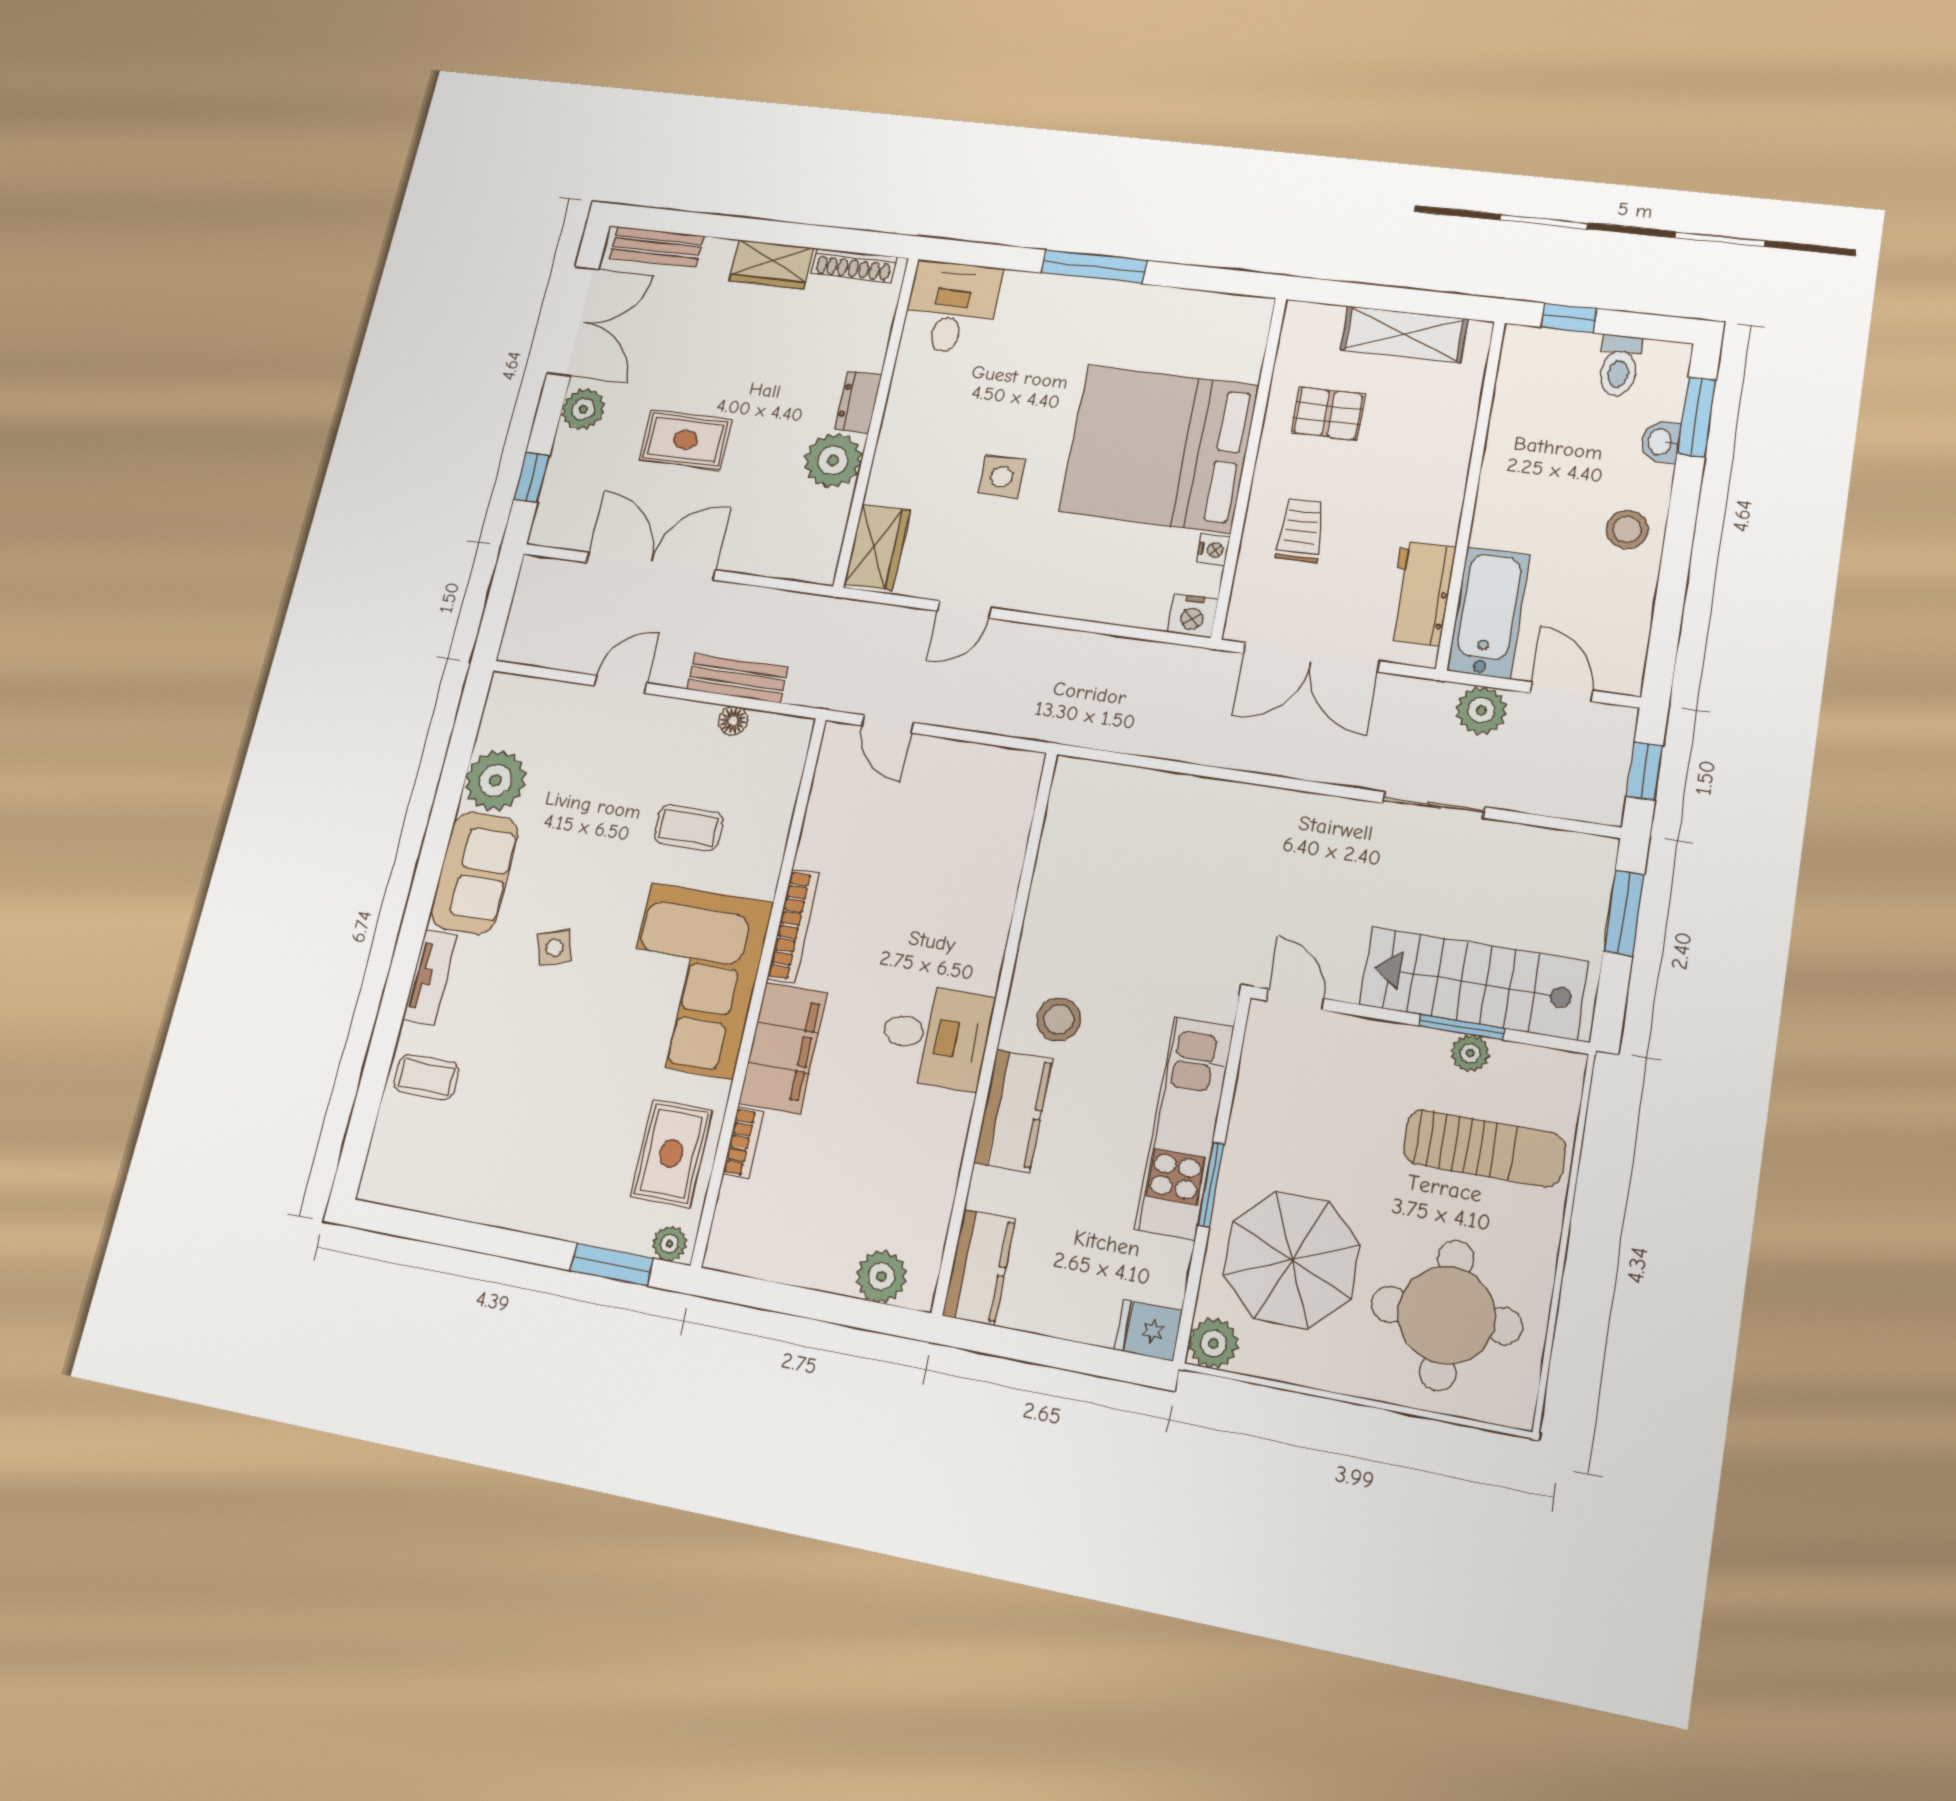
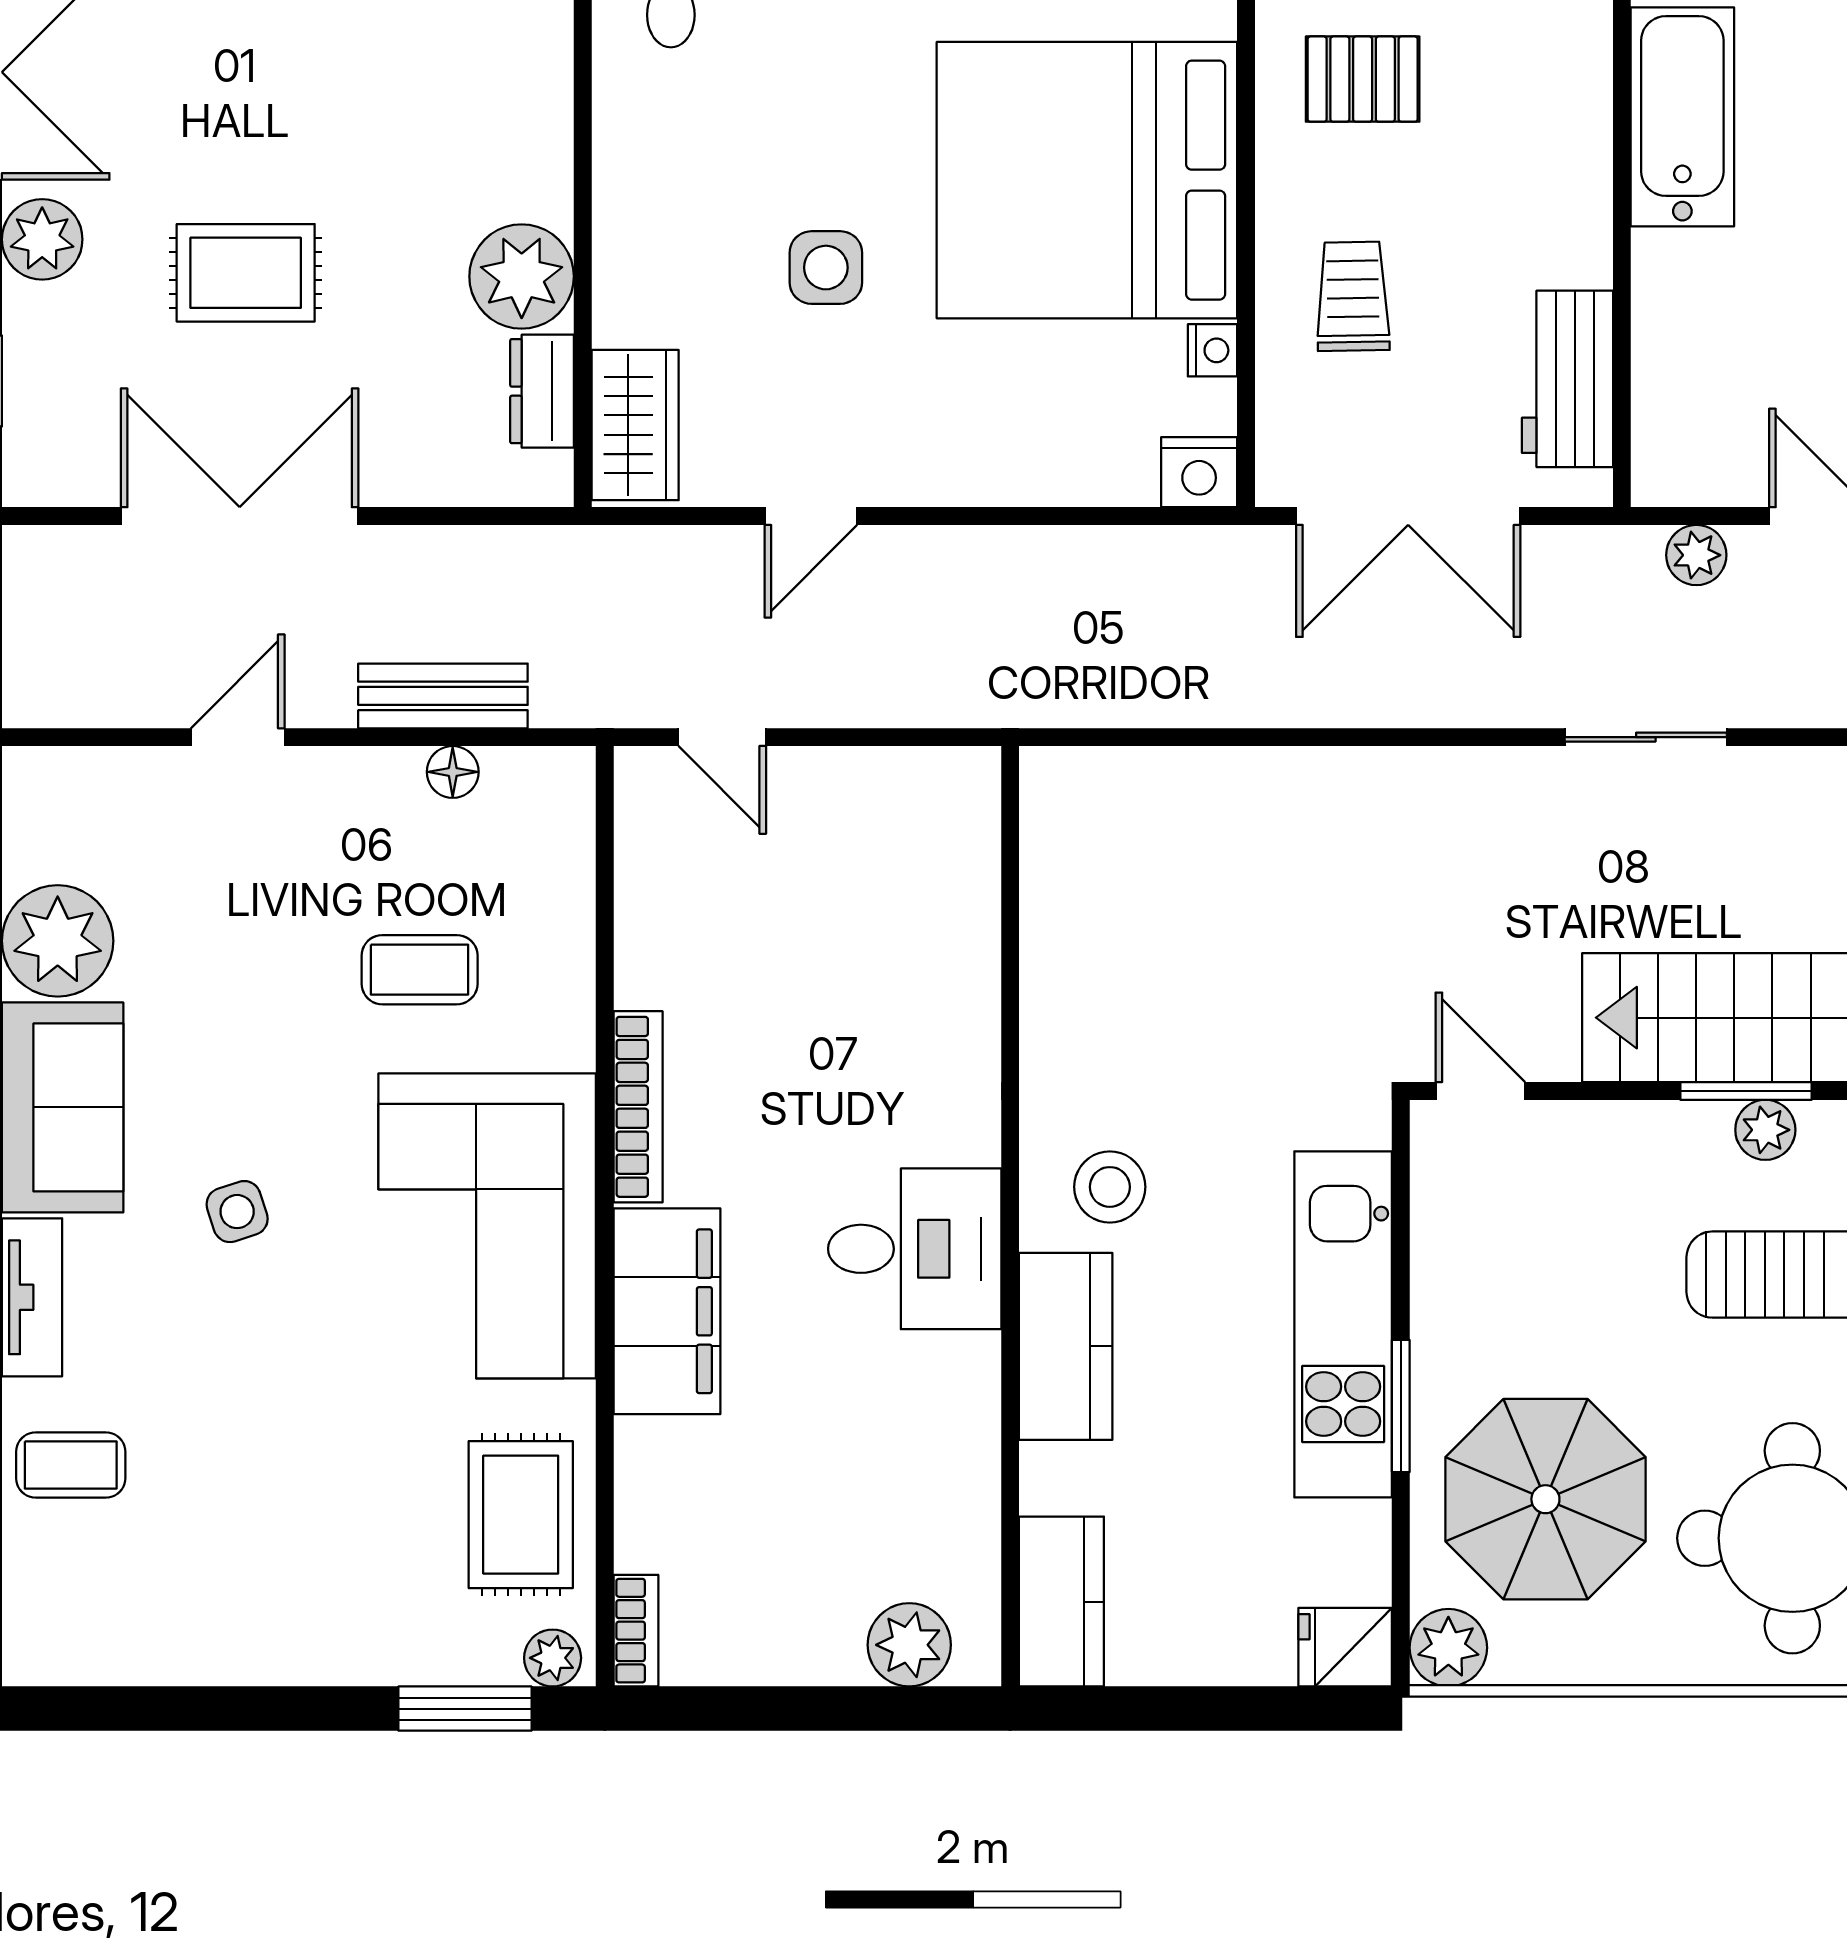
dresser: (858, 402) -> (542, 391), moved
bathtub: (1488, 613) -> (1682, 117), moved
plant: (1481, 710) -> (1696, 555), width x0.73, depth x0.73
bookcase: (743, 1143) -> (636, 1631), moved

